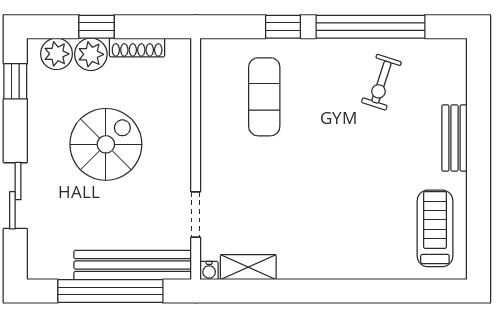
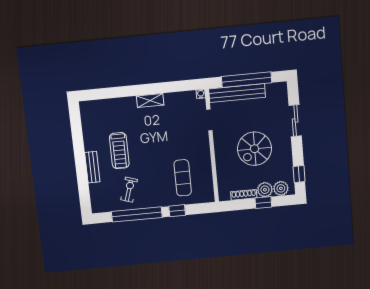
treadmill: (435, 228) -> (119, 151), moved
shelving: (248, 267) -> (150, 101), moved

